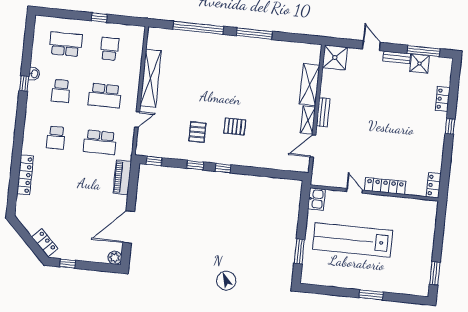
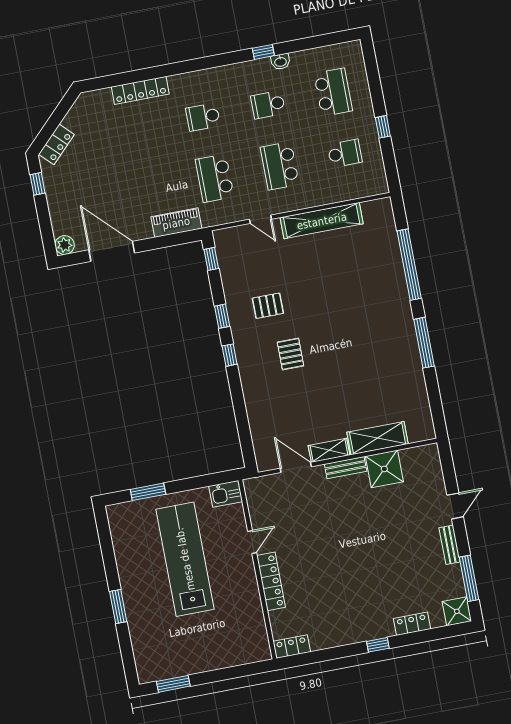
shower: (335, 57) -> (384, 469), moved
shower: (420, 64) -> (457, 611), moved

